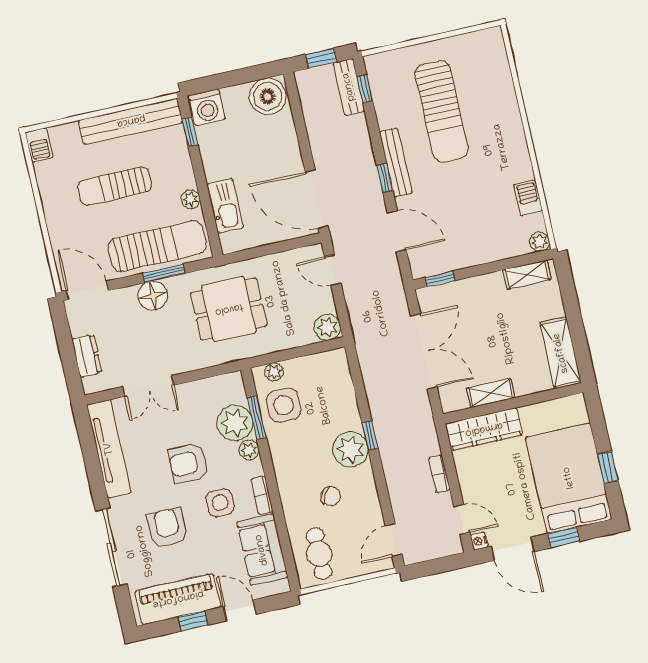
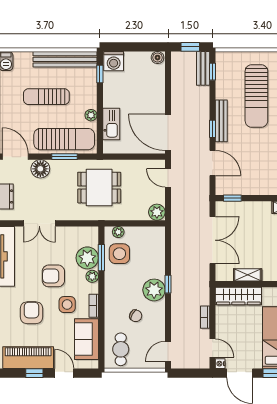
boiler: (268, 96) -> (158, 58), width x0.54, depth x0.54
floor lamp: (153, 296) -> (40, 169), moved

